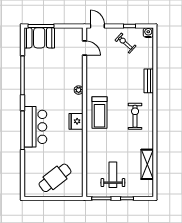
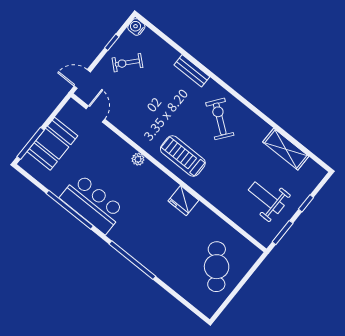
booth: (39, 38) -> (52, 144), moved
door: (84, 48) -> (95, 114), hinge flipped
treadmill: (99, 113) -> (183, 156), turned 180
exercise bike: (135, 116) -> (220, 119), turned 37
fridge: (76, 121) -> (183, 201), moved
bar counter: (35, 127) -> (92, 204), moved

